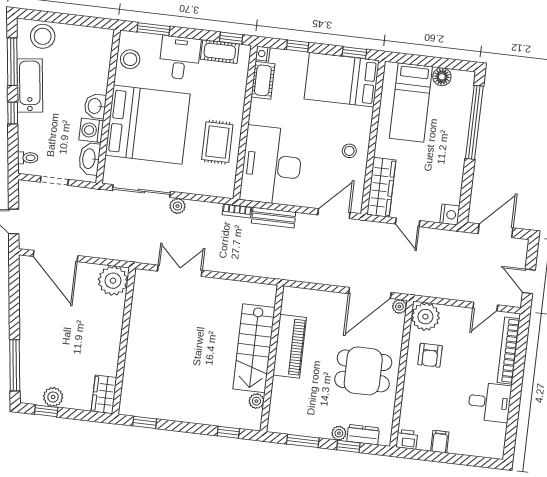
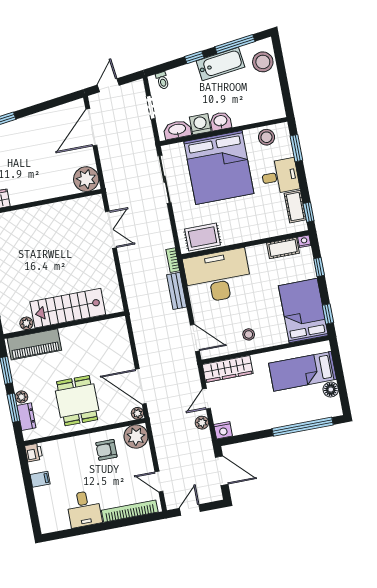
rug: (217, 142) -> (203, 237), moved
plant: (178, 206) -> (202, 423), moved
piano: (290, 346) -> (34, 344), moved
window: (348, 446) -> (13, 408), width x1.50

